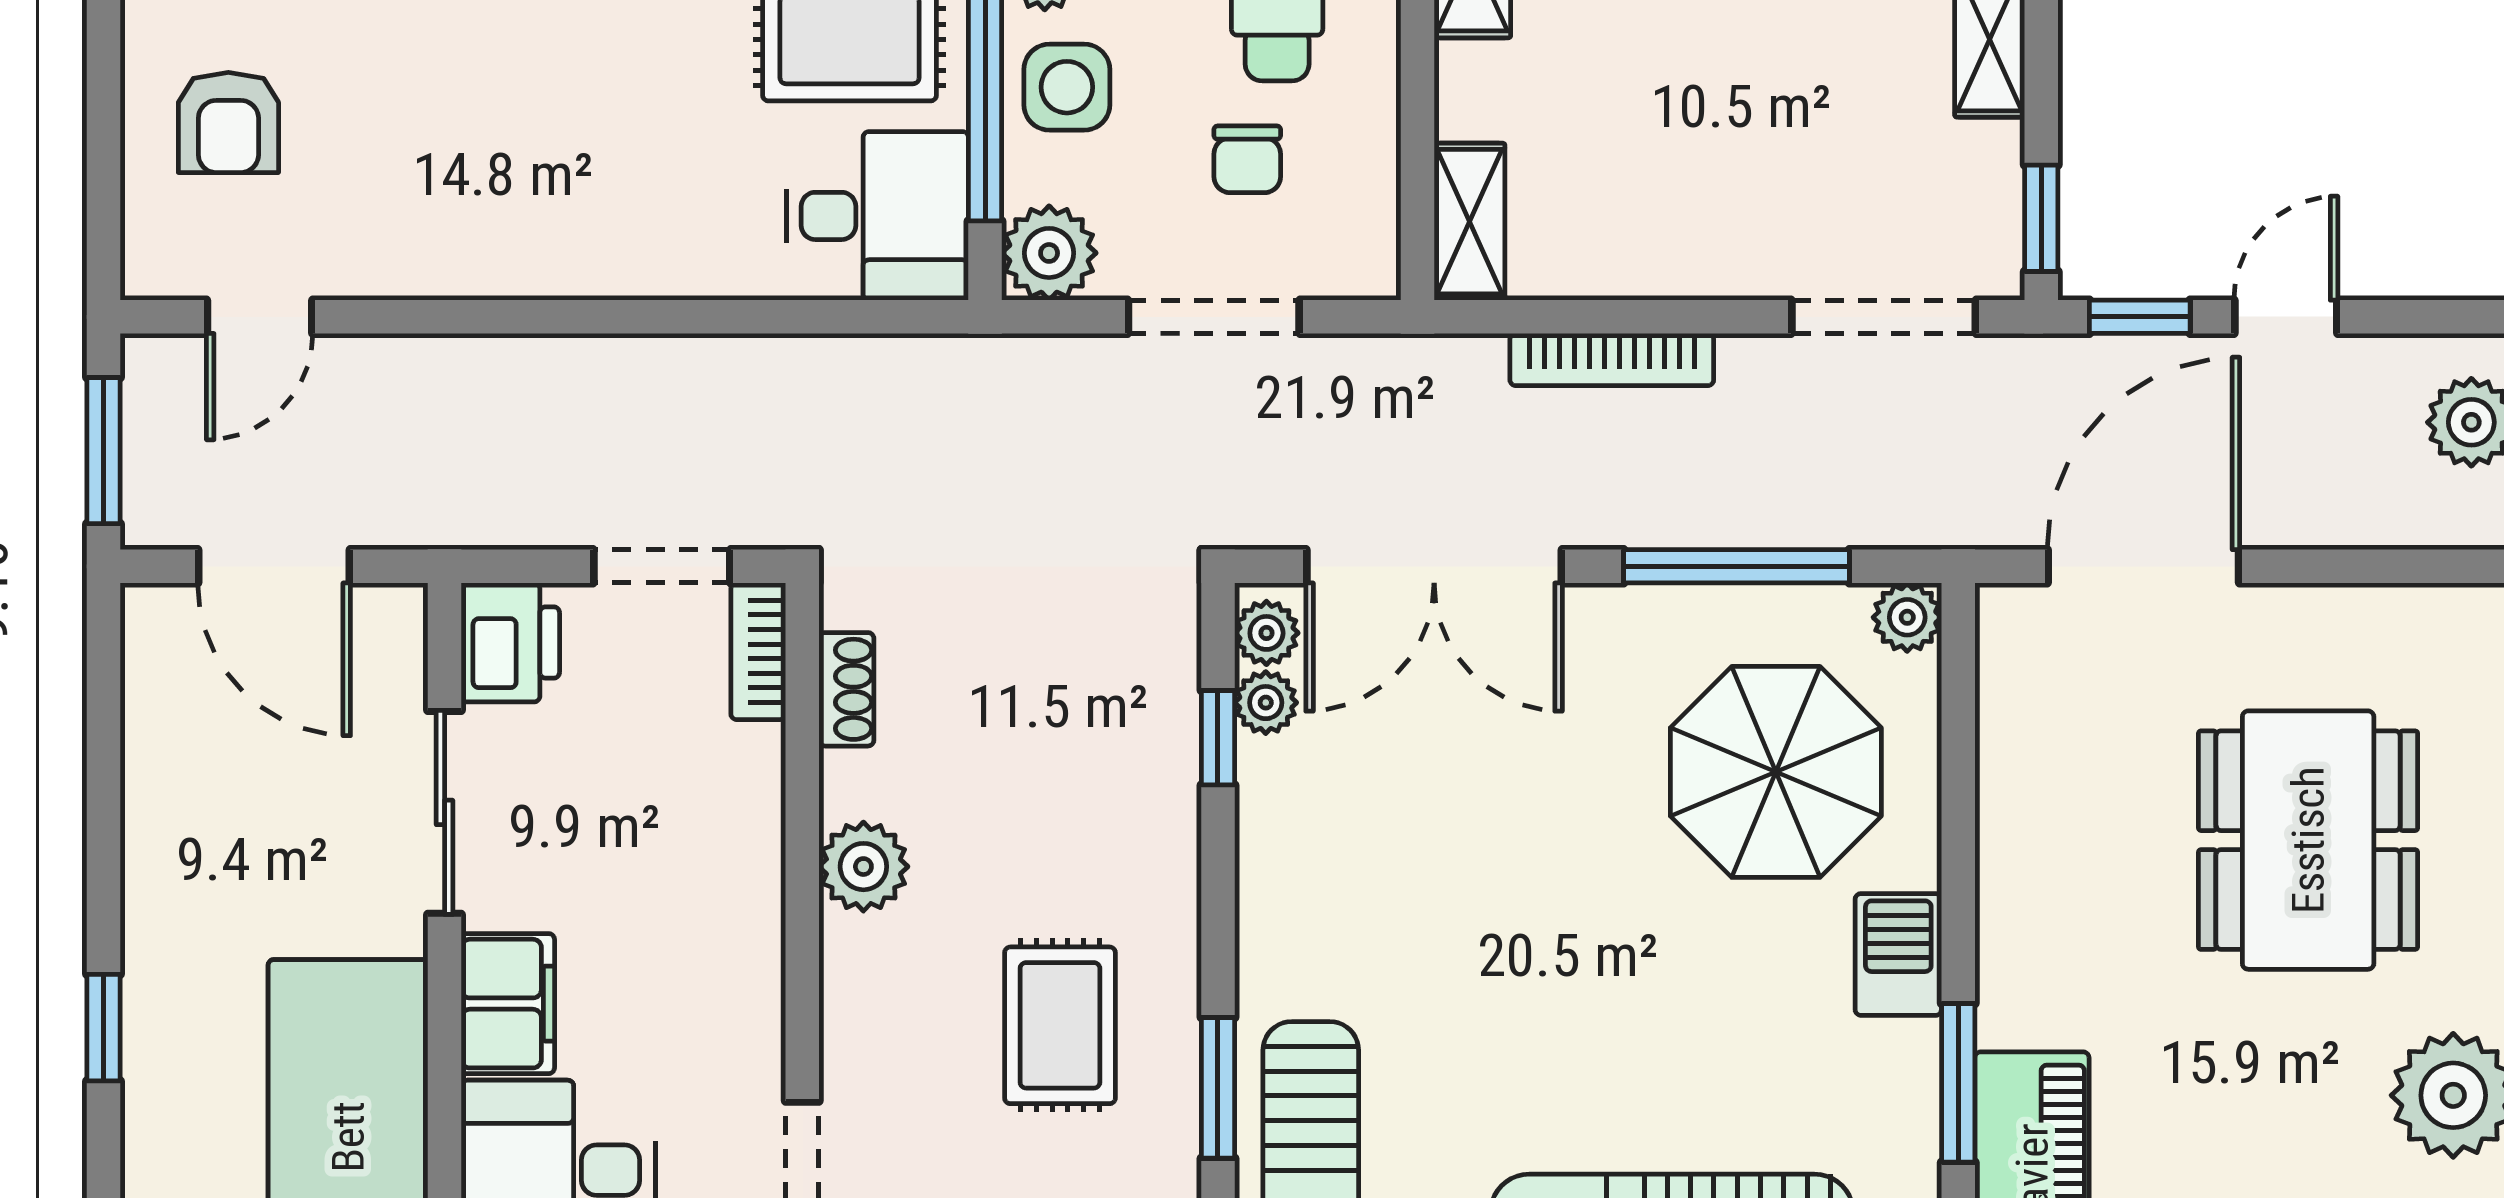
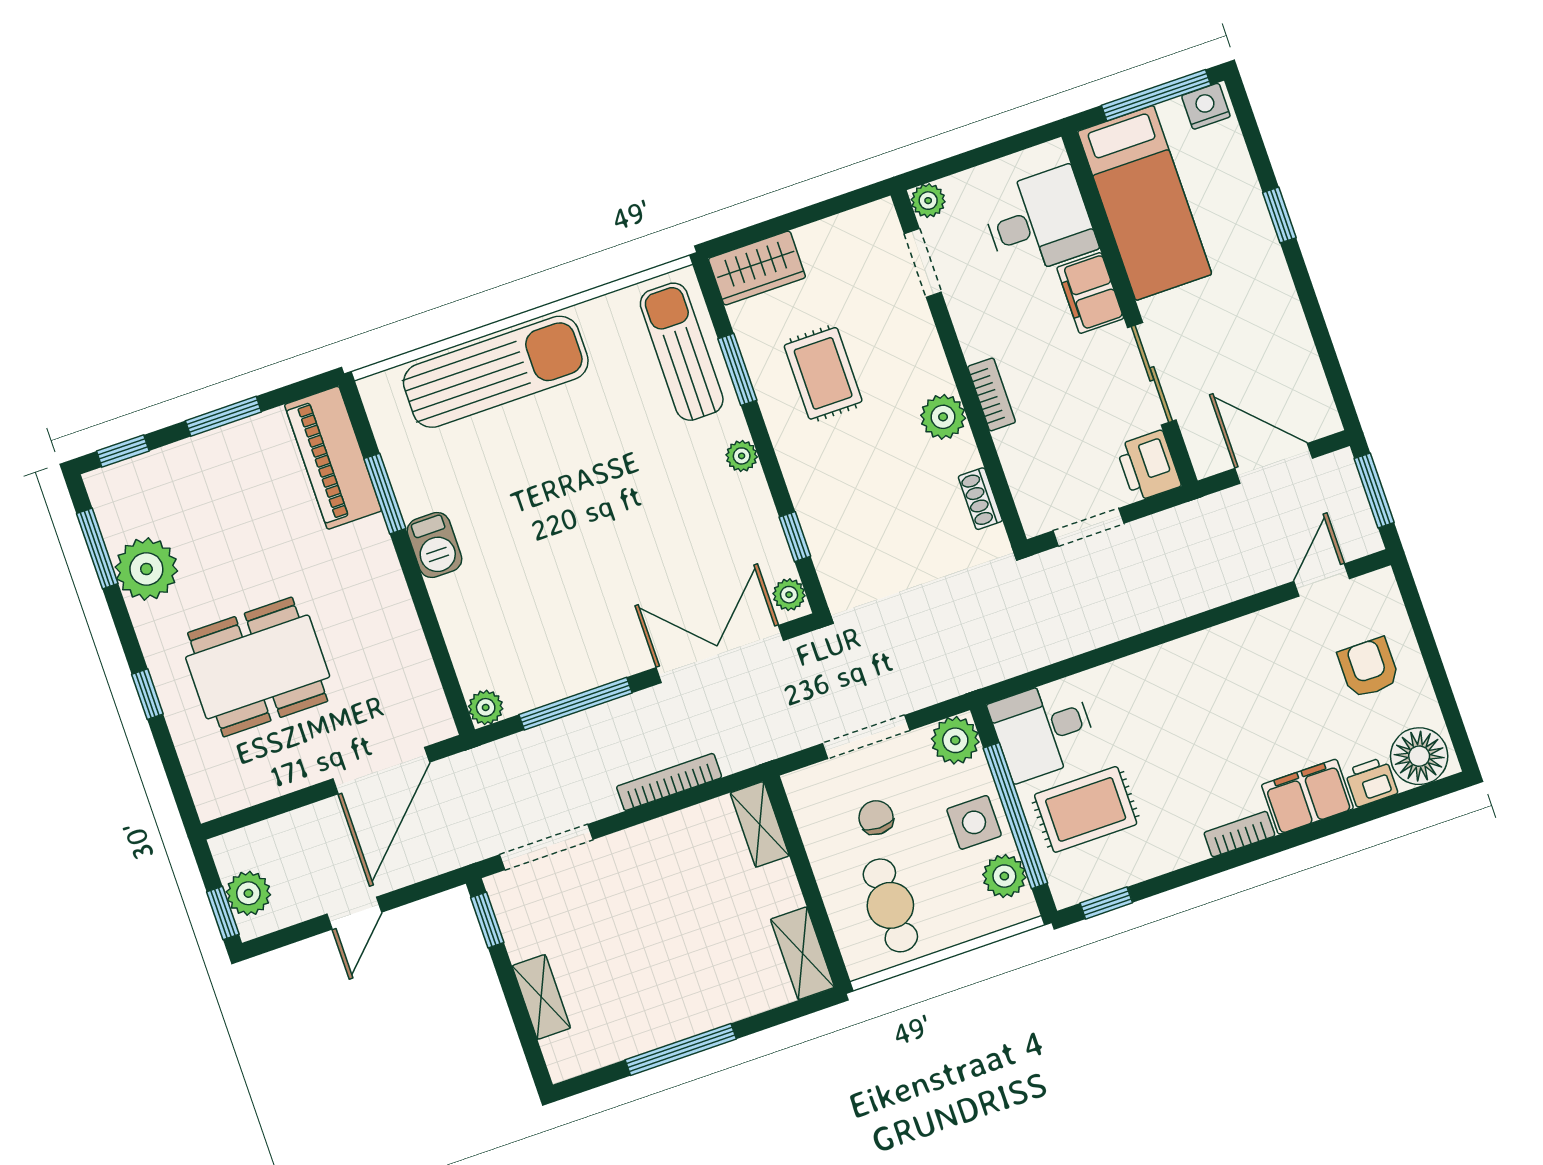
window: (2140, 317) -> (424, 889), removed
bookcase: (758, 651) -> (992, 394), moved
plant: (1266, 703) -> (742, 456), moved
parasol: (1776, 772) -> (523, 612), removed
dining table: (2308, 840) -> (258, 667), turned 90

